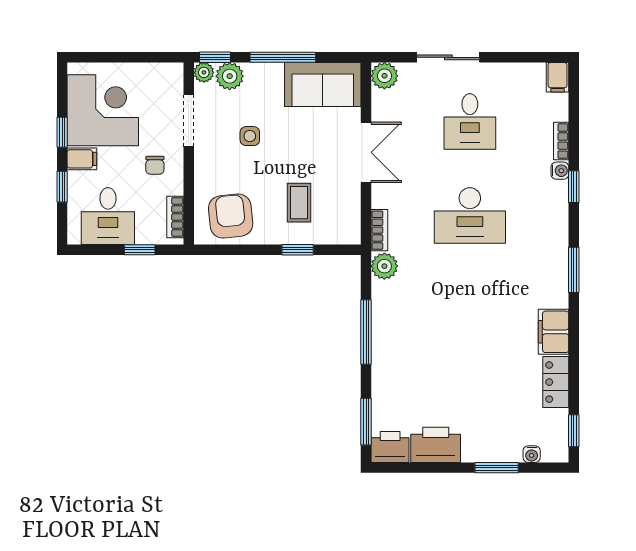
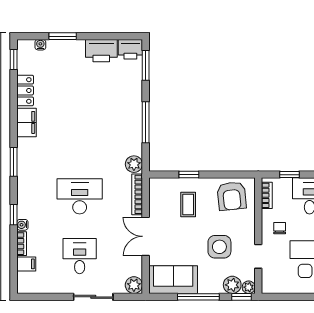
filing cabinet: (557, 77) -> (26, 264), moved, turned 90
doorway: (189, 121) -> (258, 256), width x0.73
side table: (250, 136) -> (219, 247), width x1.87, depth x1.87
bookcase: (379, 230) -> (137, 194), width x1.56

